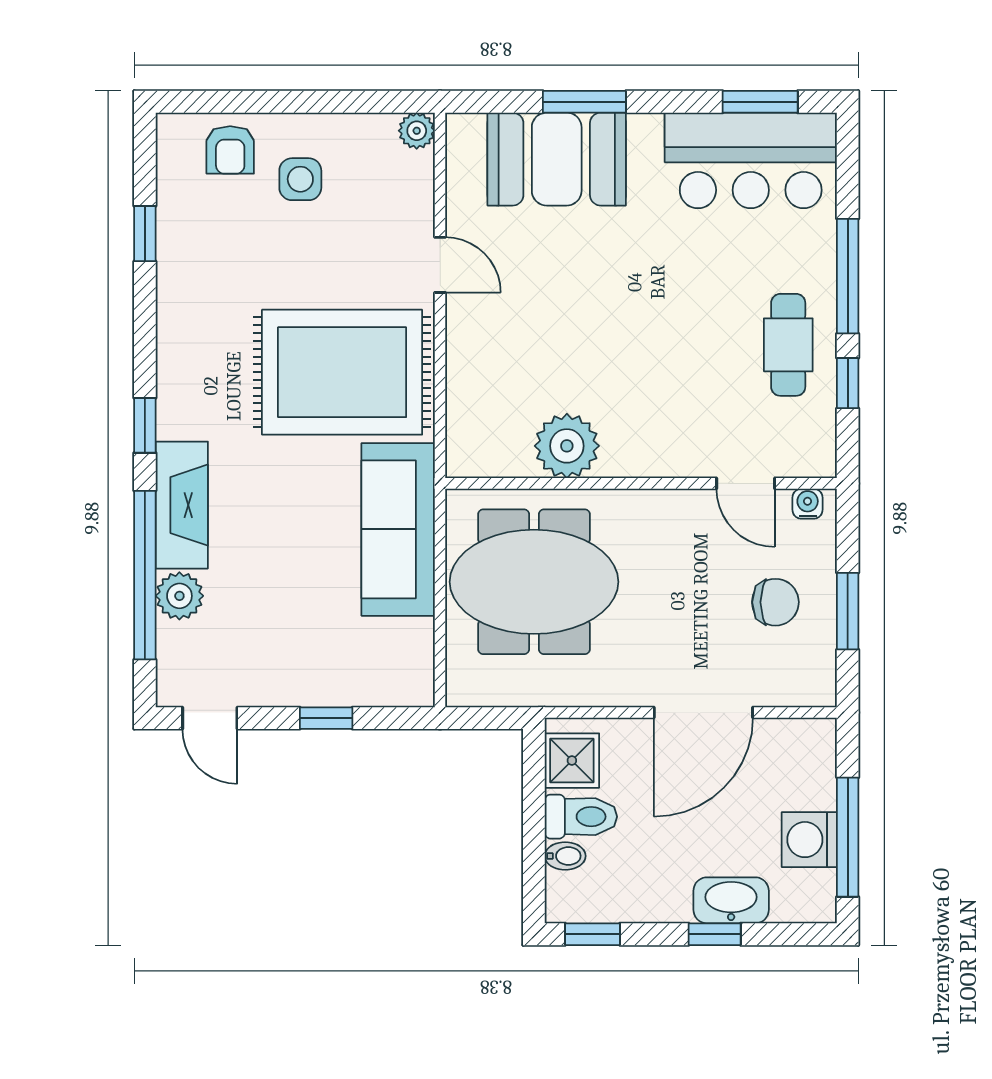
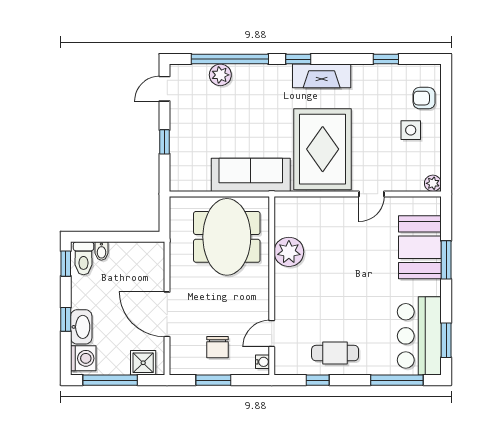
window: (848, 276) -> (397, 380), moved
fireplace: (182, 505) -> (322, 76), moved
shower: (572, 761) -> (143, 363), moved
toilet: (581, 817) -> (83, 258), moved
washing machine: (809, 840) -> (83, 358), moved, turned 90

